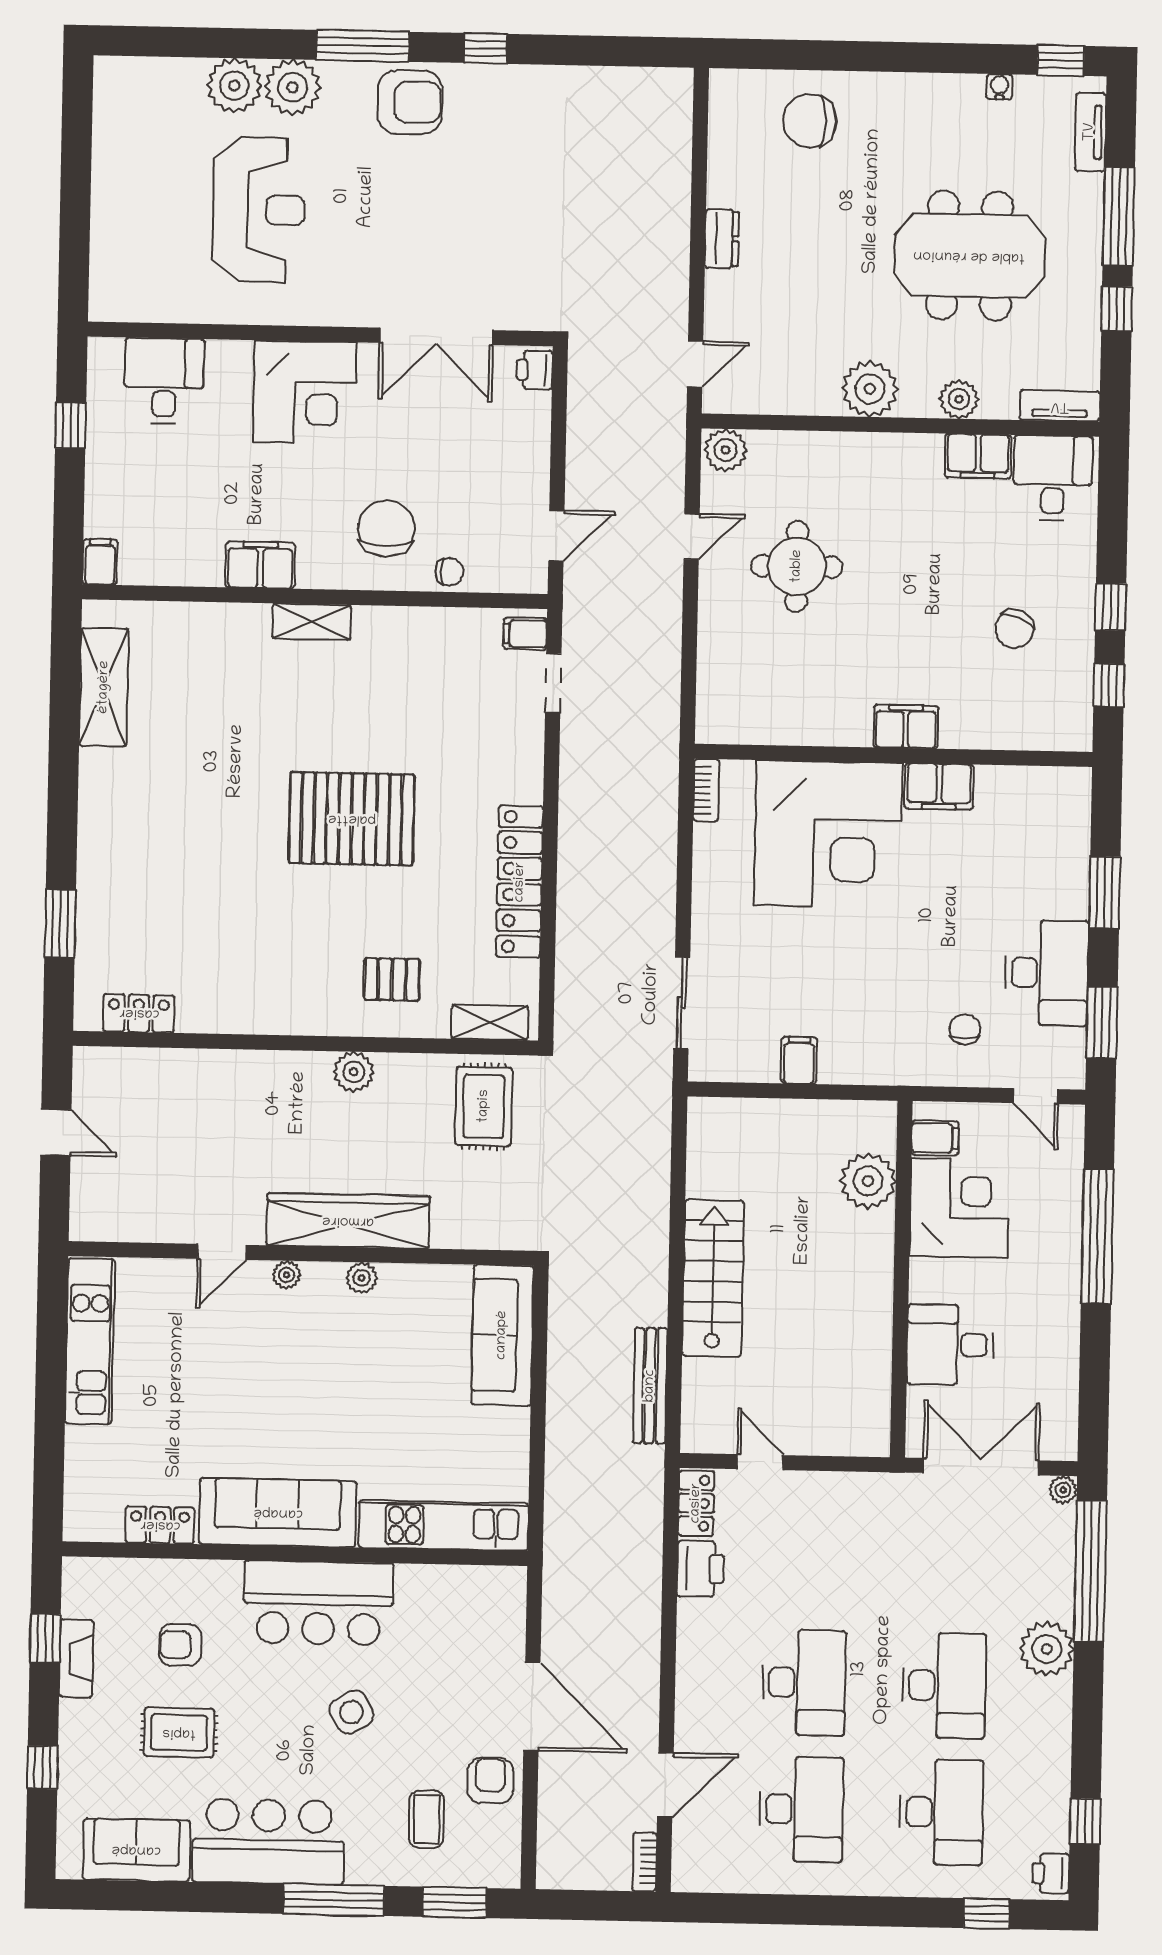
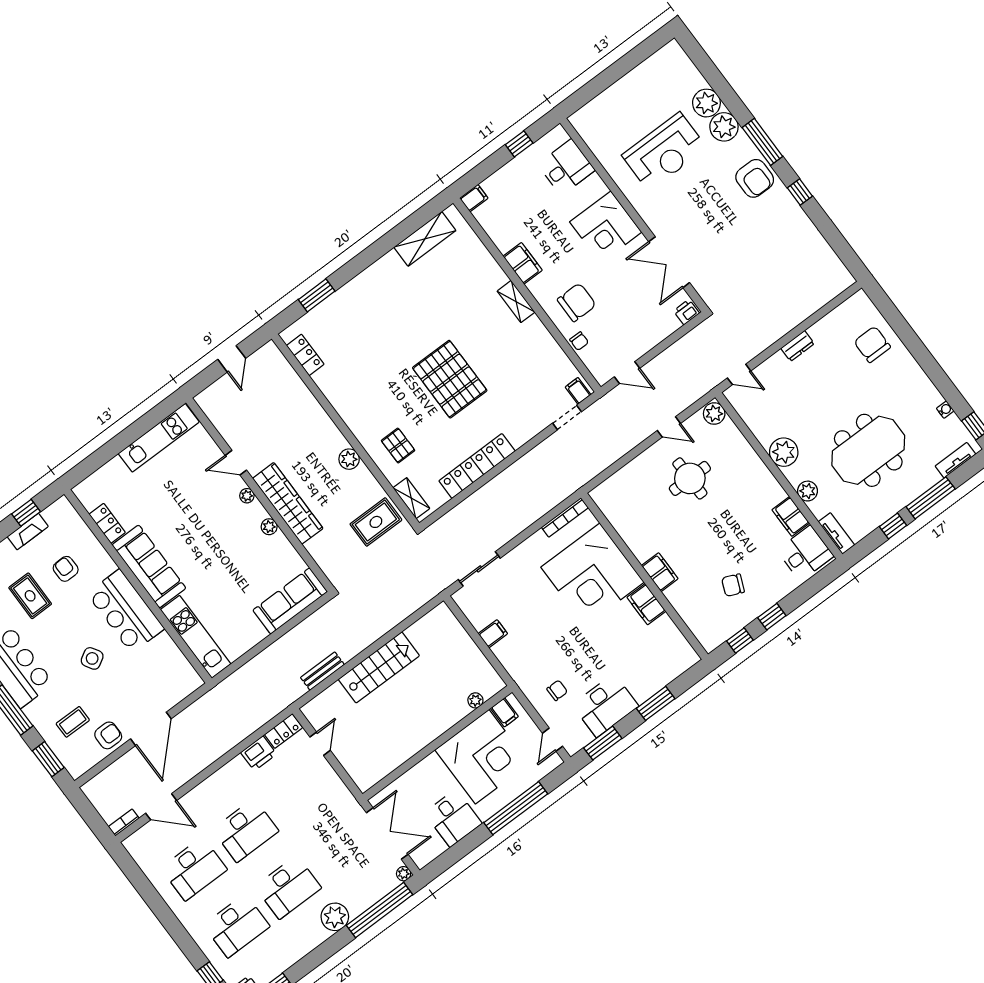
meeting table: (969, 256) -> (868, 450), turned 90
bookcase: (706, 790) -> (565, 517), width x1.56
plant: (868, 1181) -> (475, 700), width x0.53, depth x0.53
corner desk: (959, 1208) -> (482, 757), width x1.36, depth x1.36
desk: (951, 1345) -> (453, 818), moved, turned 180
bench: (650, 1386) -> (322, 671), width x0.73

